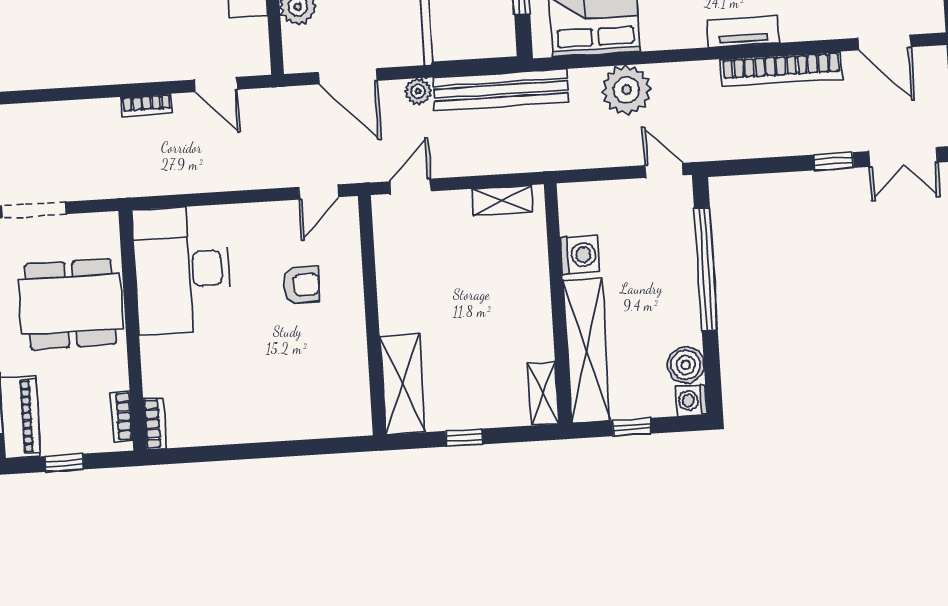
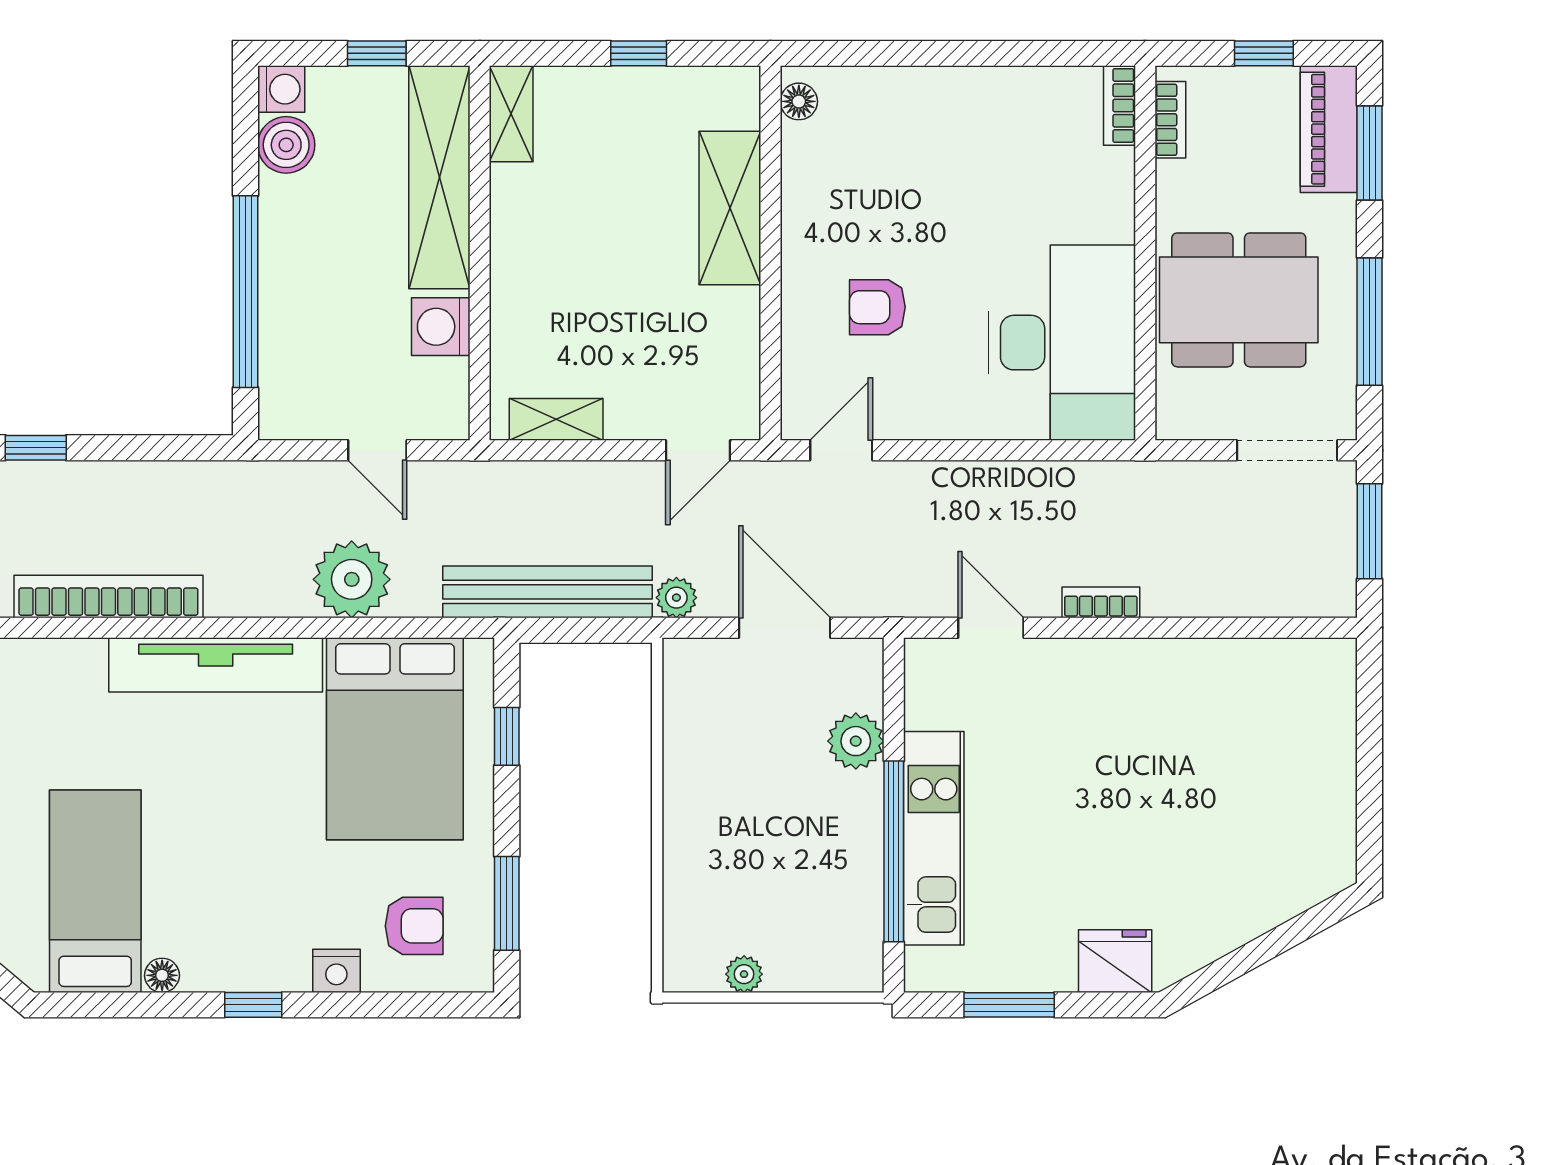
tv unit: (743, 31) -> (216, 665), width x1.92, depth x1.29
door: (664, 170) -> (377, 450), moved
shelving: (402, 384) -> (730, 208), moved
floor lamp: (360, 413) -> (799, 101), added

